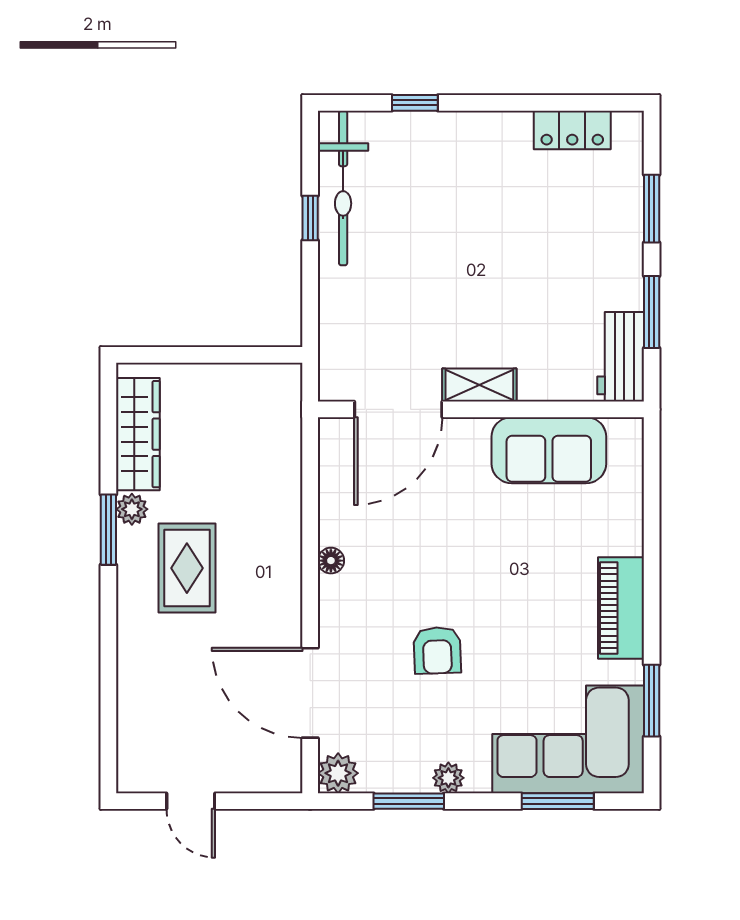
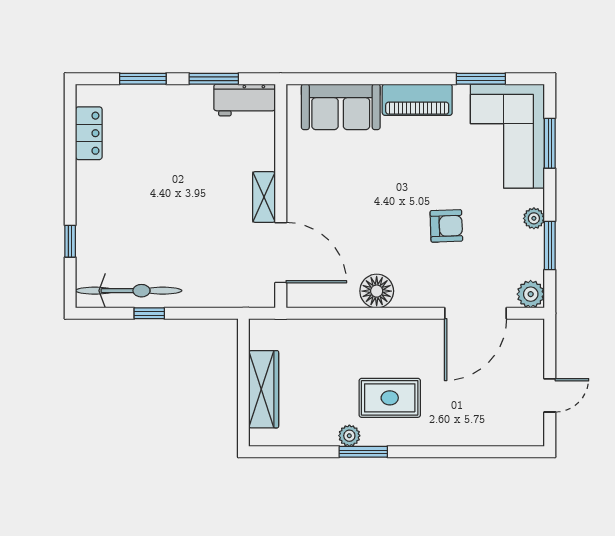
wardrobe: (138, 434) -> (264, 389), moved, turned 90
sofa: (549, 450) -> (341, 107), moved, turned 90
floor lamp: (331, 561) -> (377, 291), width x1.89, depth x1.89

